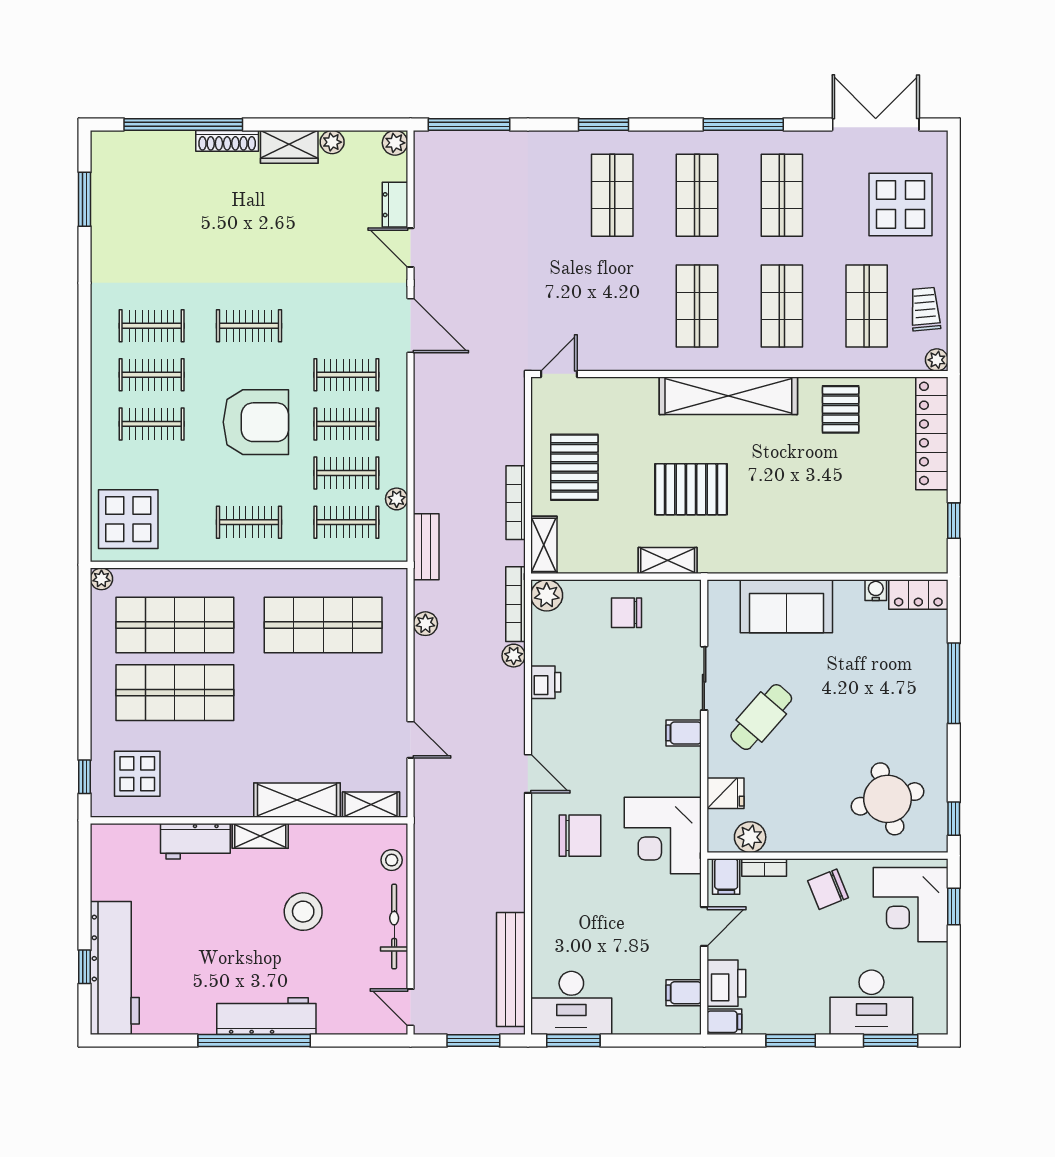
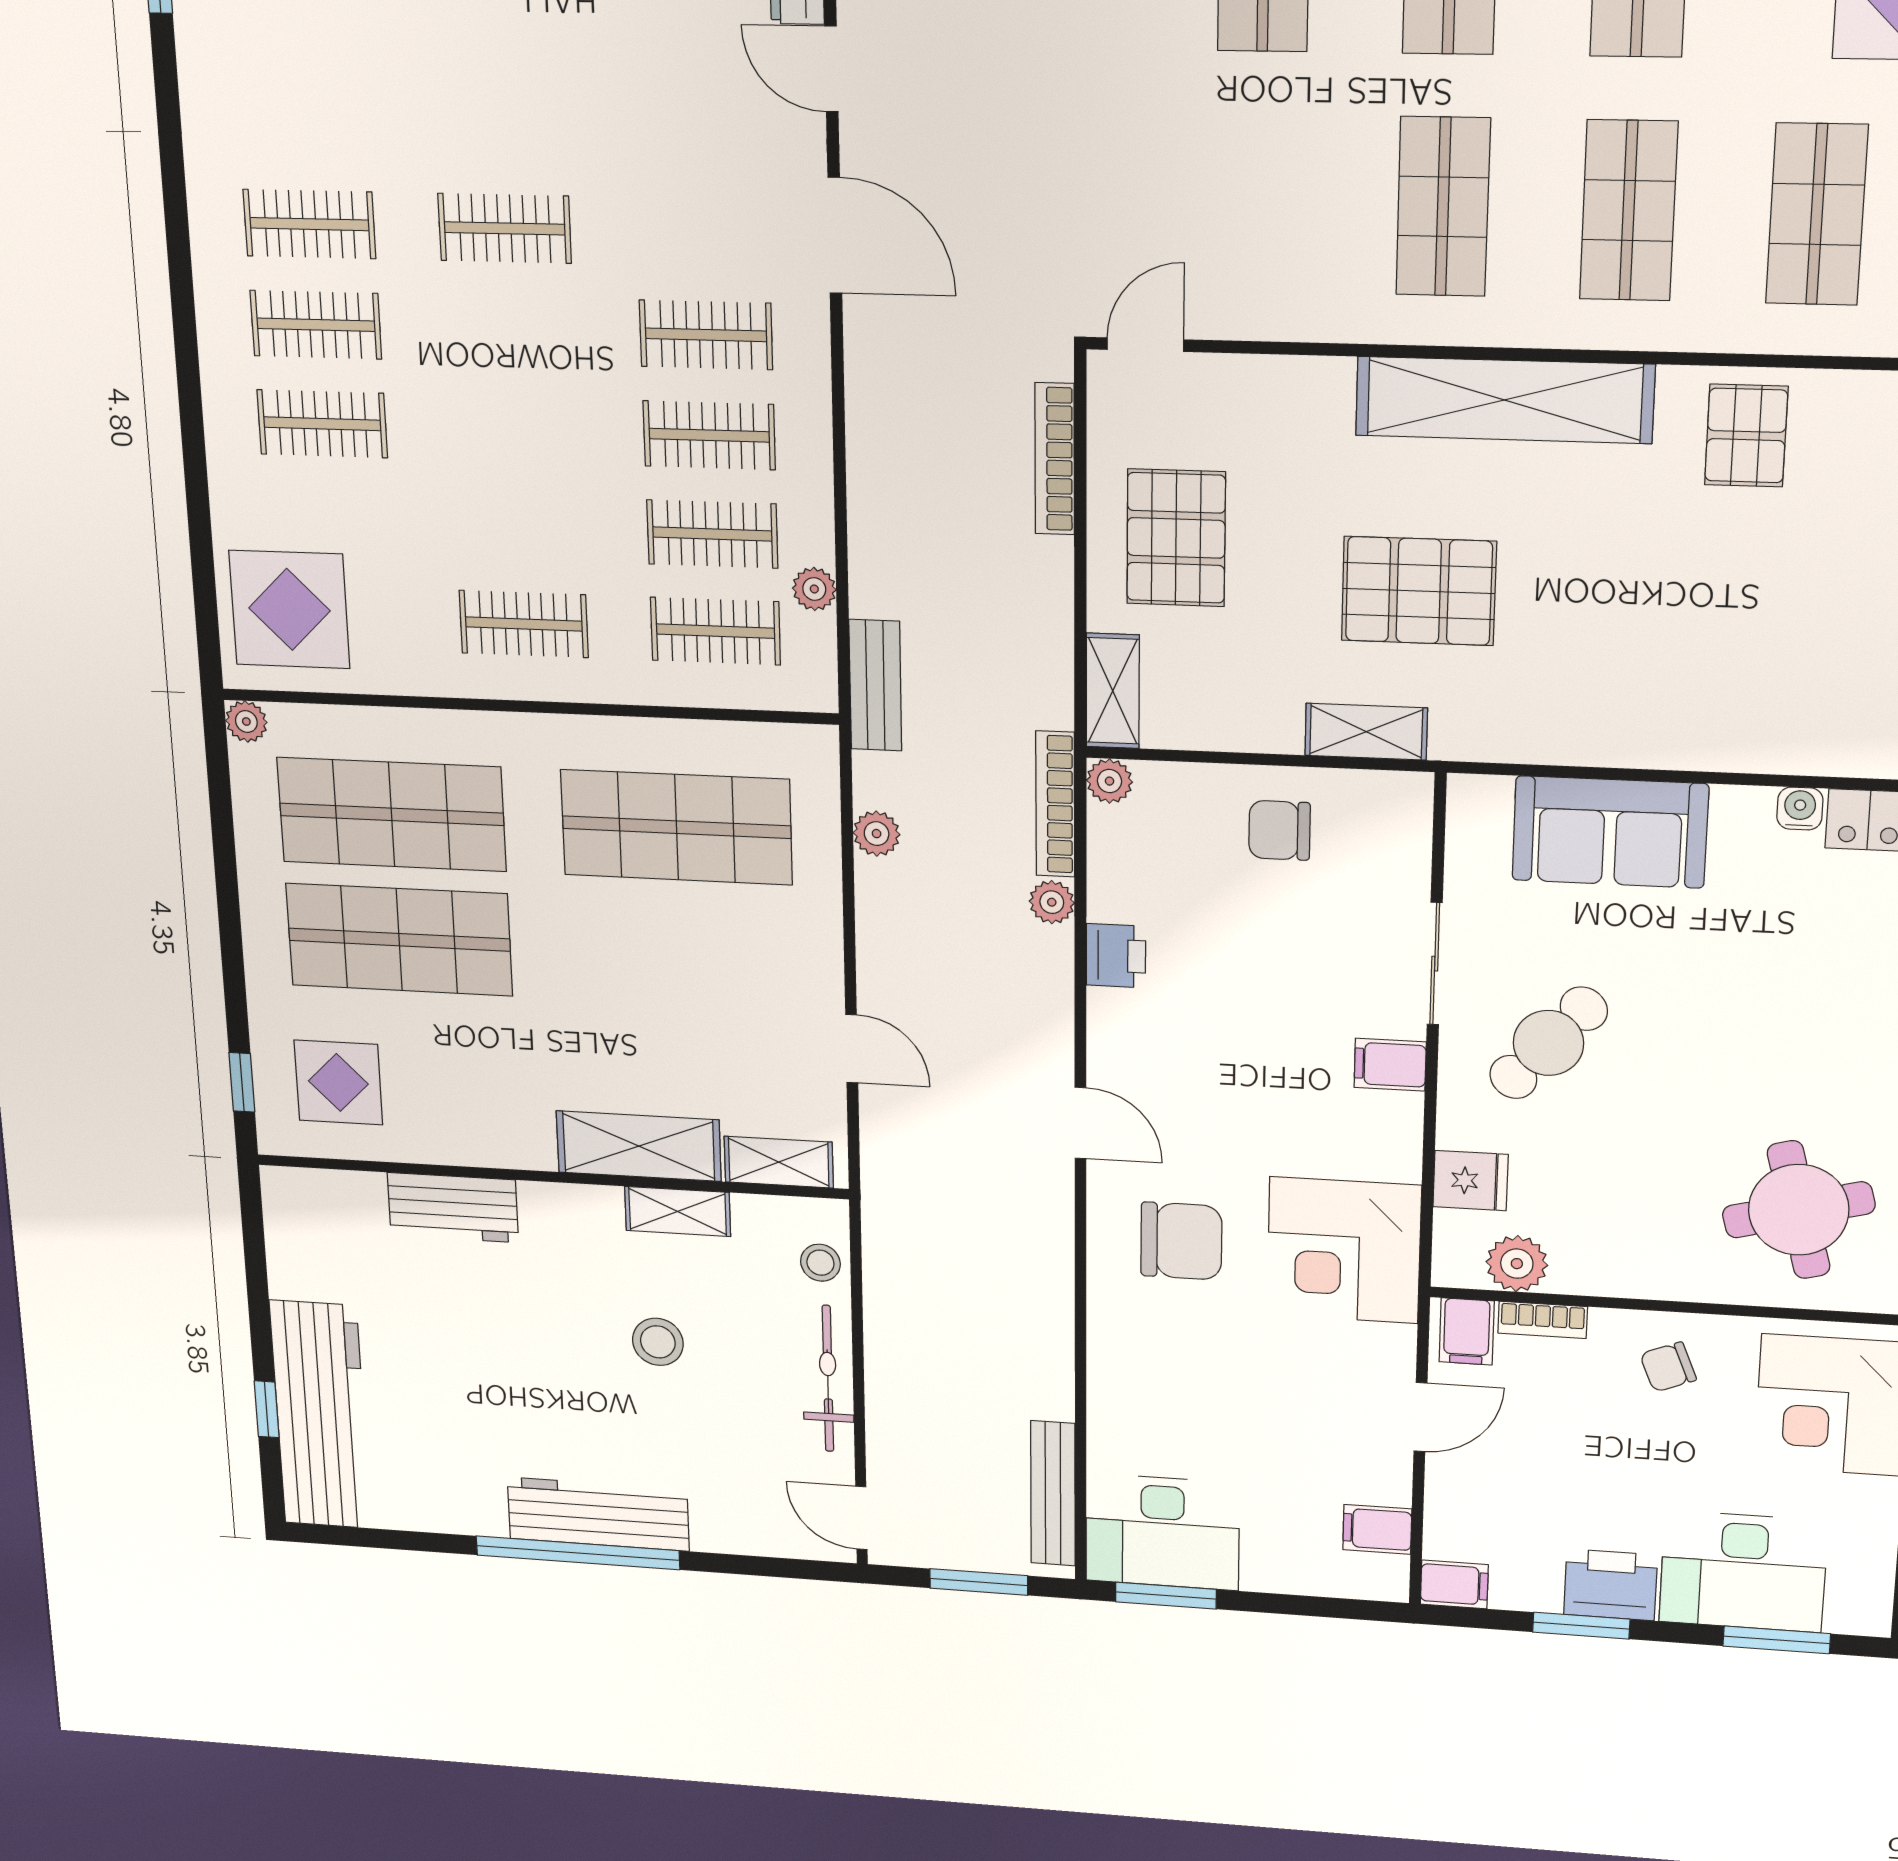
armchair: (256, 422) -> (528, 426), removed
bookcase: (516, 503) -> (1055, 459), moved
plant: (547, 595) -> (1109, 781), width x0.73, depth x0.73
shelving: (260, 836) -> (678, 1211), moved
chair: (828, 889) -> (1668, 1367), width x0.73, depth x0.73
stool: (303, 912) -> (658, 1342), width x0.73, depth x0.73
bench: (511, 970) -> (1053, 1494), width x0.73, depth x0.82
printer: (726, 983) -> (1611, 1585), moved, turned -90

